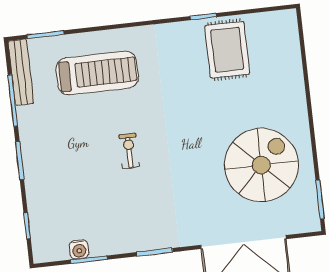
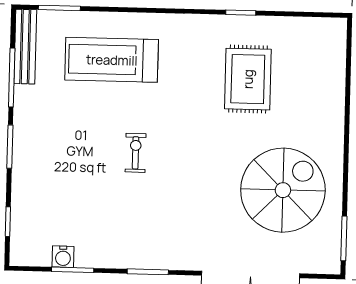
rug: (227, 50) -> (248, 79), moved
treadmill: (97, 73) -> (112, 60), turned 180

